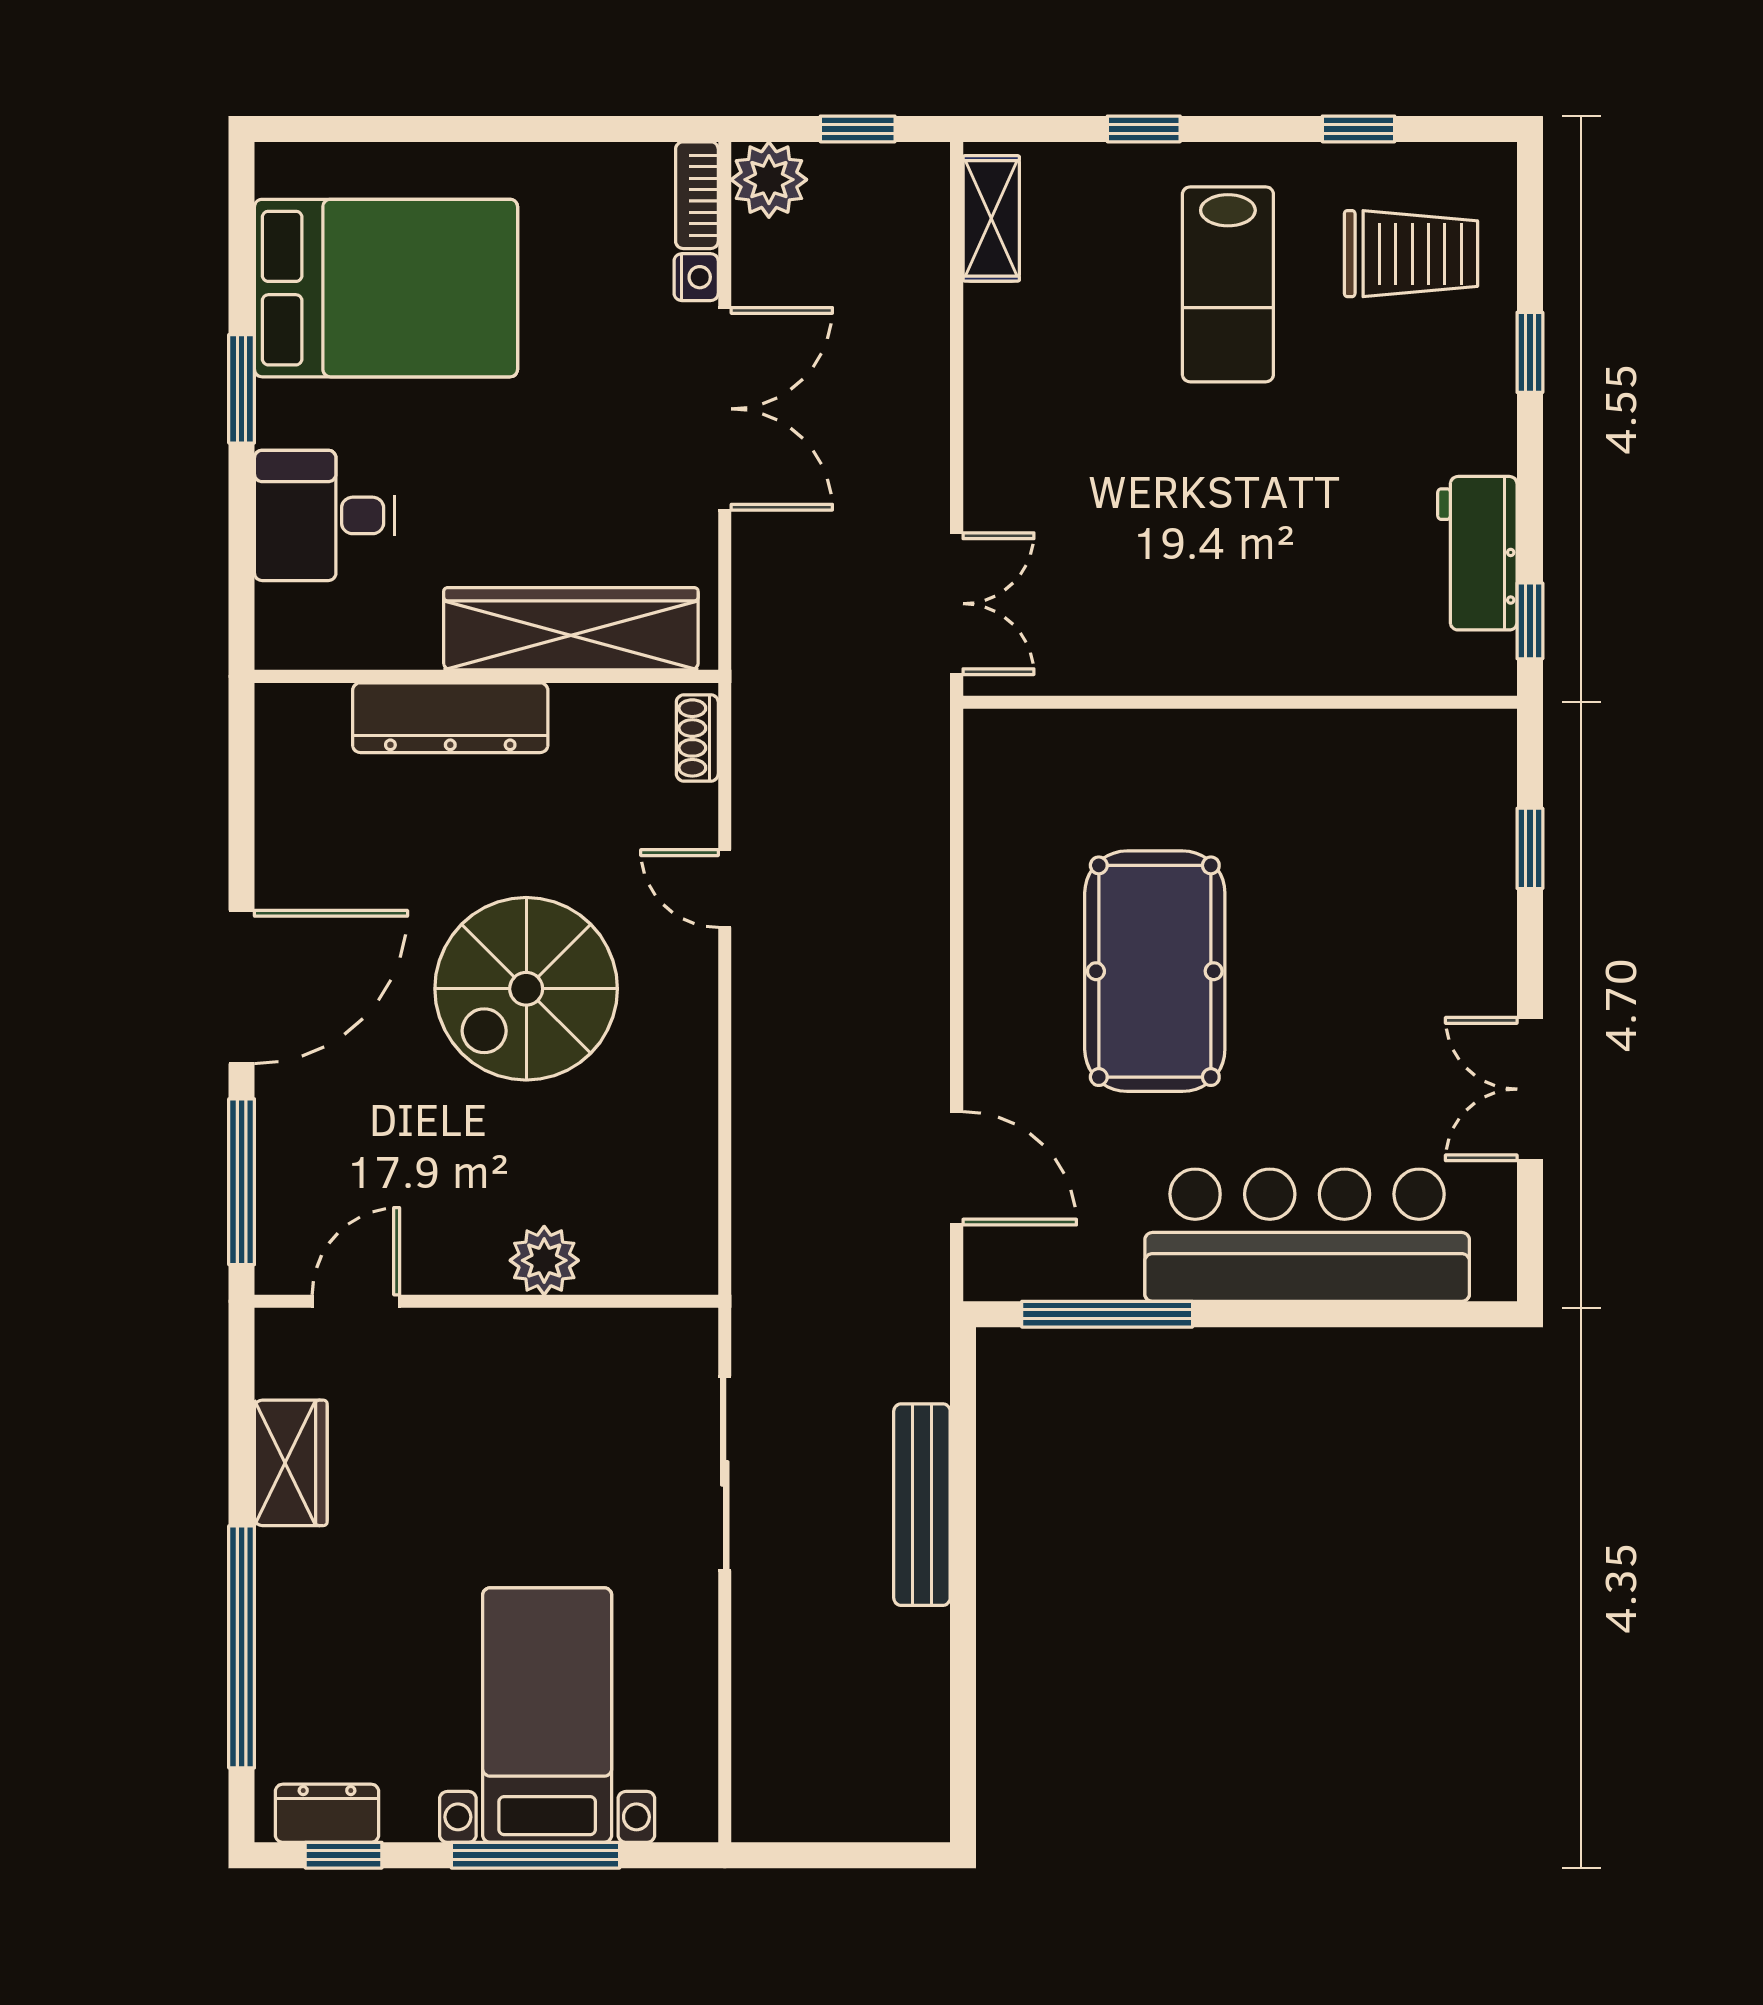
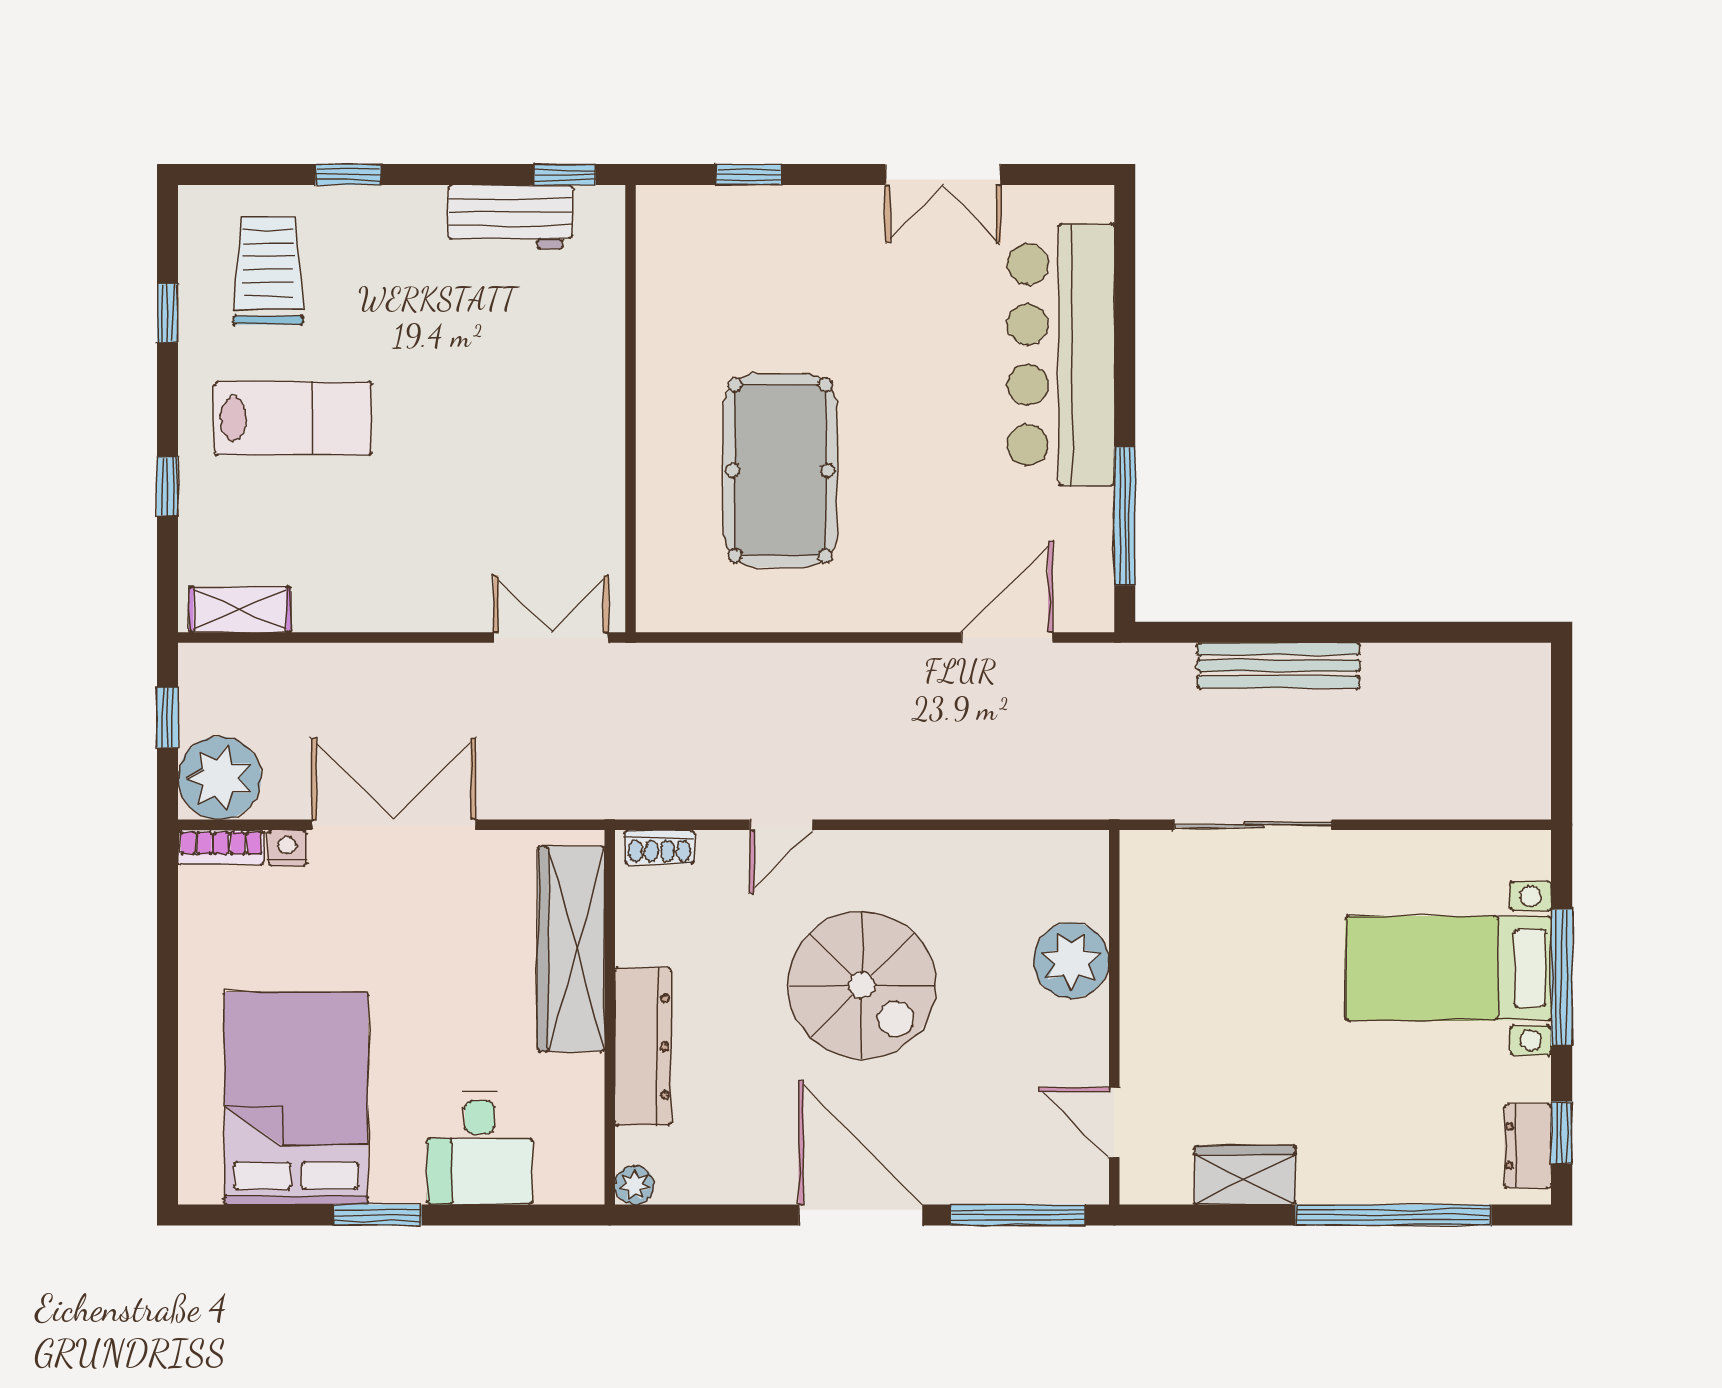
plant: (769, 180) -> (220, 778), width x1.36, depth x1.36
plant: (279, 707) -> (634, 1185), added
pool table: (1155, 971) -> (780, 470), moved, turned 90
plant: (544, 1260) -> (1071, 960), width x1.36, depth x1.36

